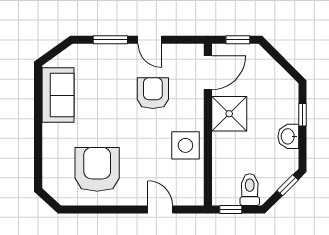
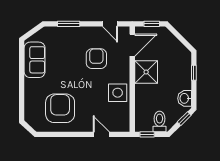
door: (150, 40) -> (110, 24), moved
washbasin: (288, 136) -> (185, 98), moved

